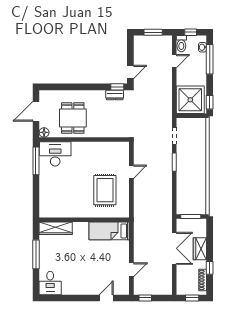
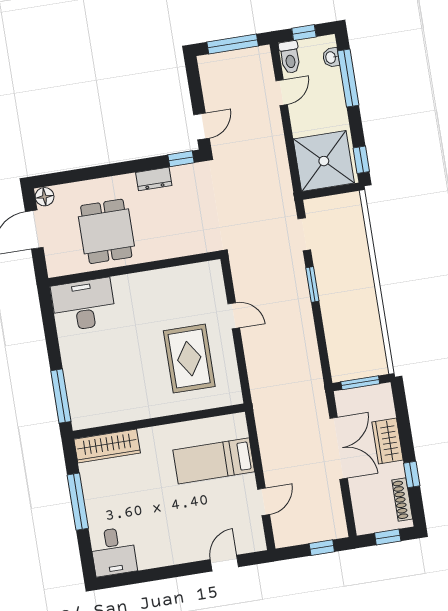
window: (153, 32) -> (233, 44), width x1.44
dresser: (115, 95) -> (154, 179), moved
floor lamp: (44, 132) -> (45, 197), moved
window: (36, 161) -> (61, 396), moved
door: (131, 172) -> (234, 316), hinge flipped
bed: (109, 231) -> (214, 461), moved
window: (145, 298) -> (322, 548), moved

